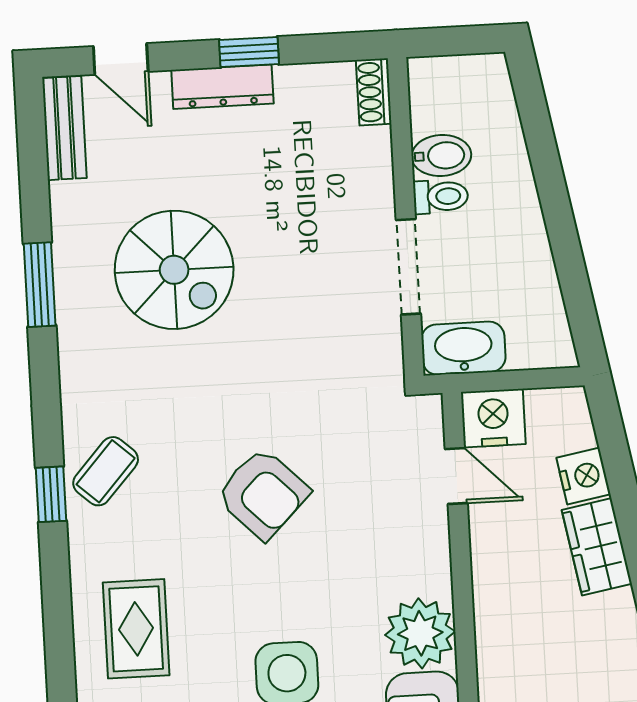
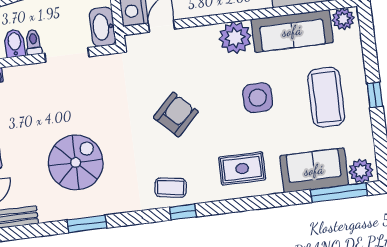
coffee table: (106, 471) -> (171, 188), turned -33

